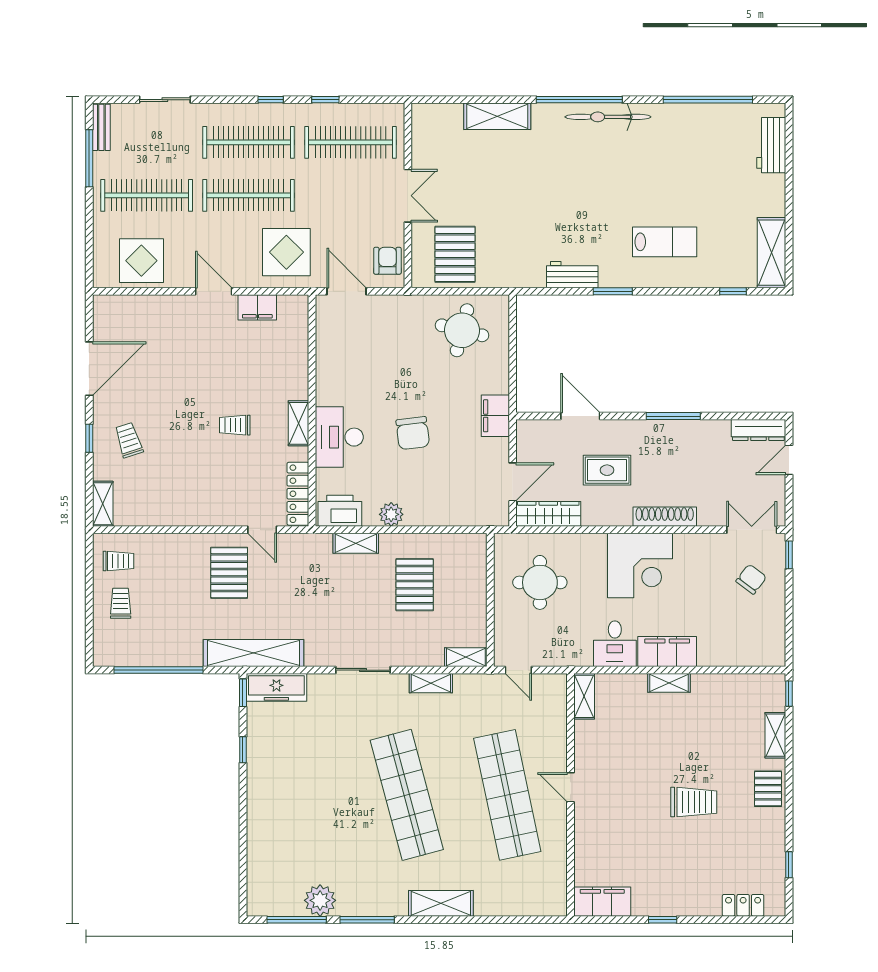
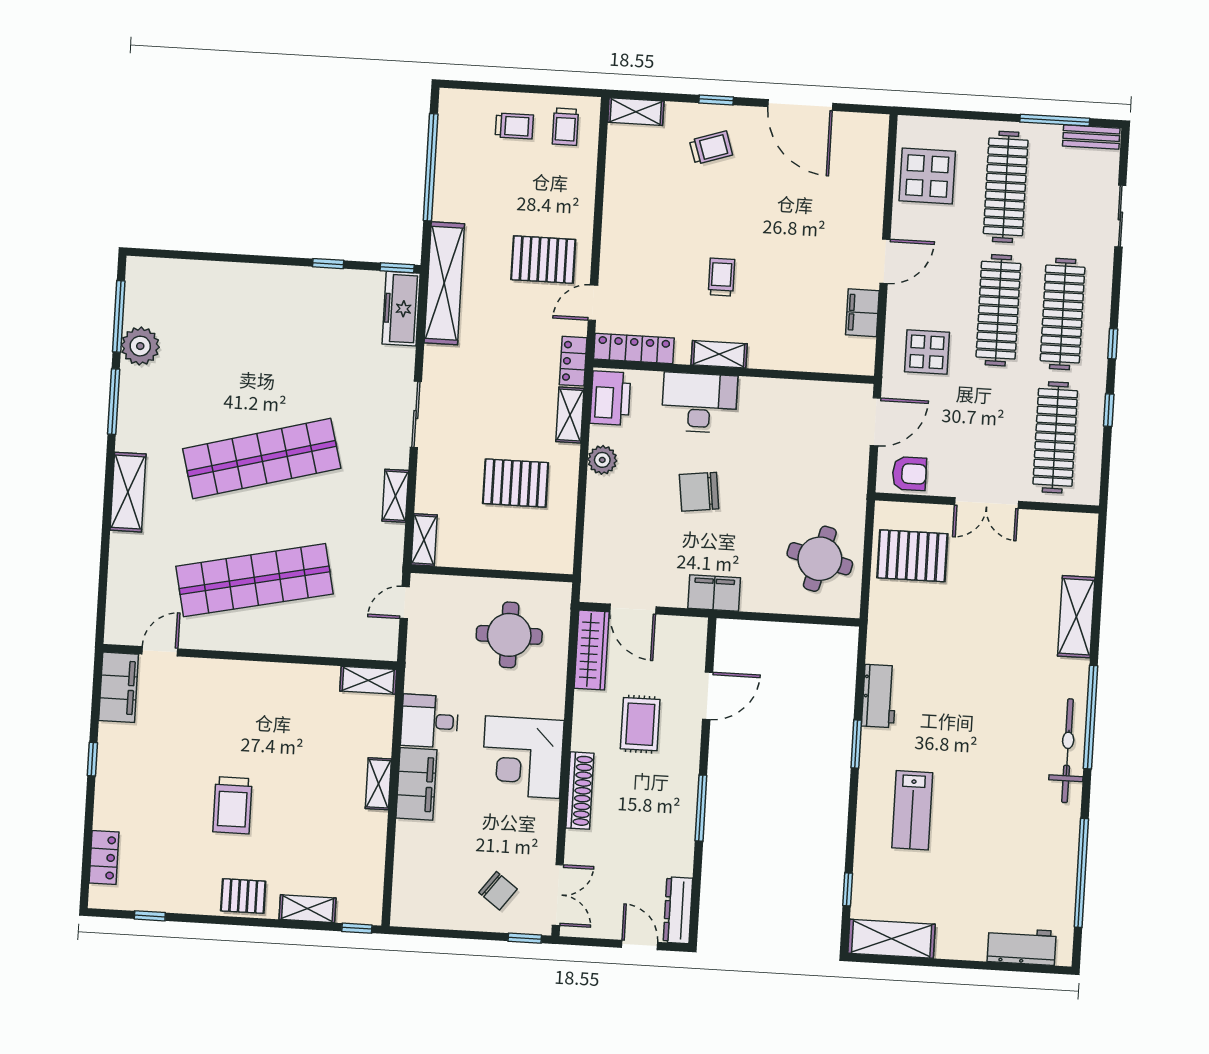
display table: (286, 252) -> (927, 352), width x0.73, depth x0.73
locker: (311, 543) -> (573, 361), added
door: (571, 787) -> (160, 651), moved

